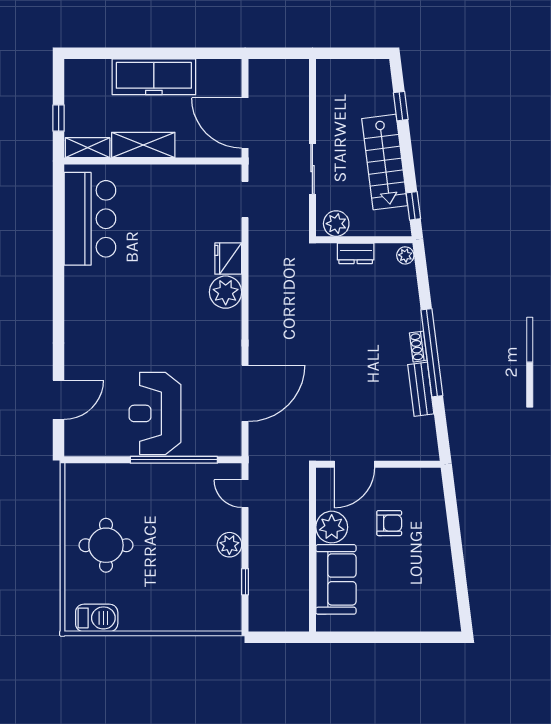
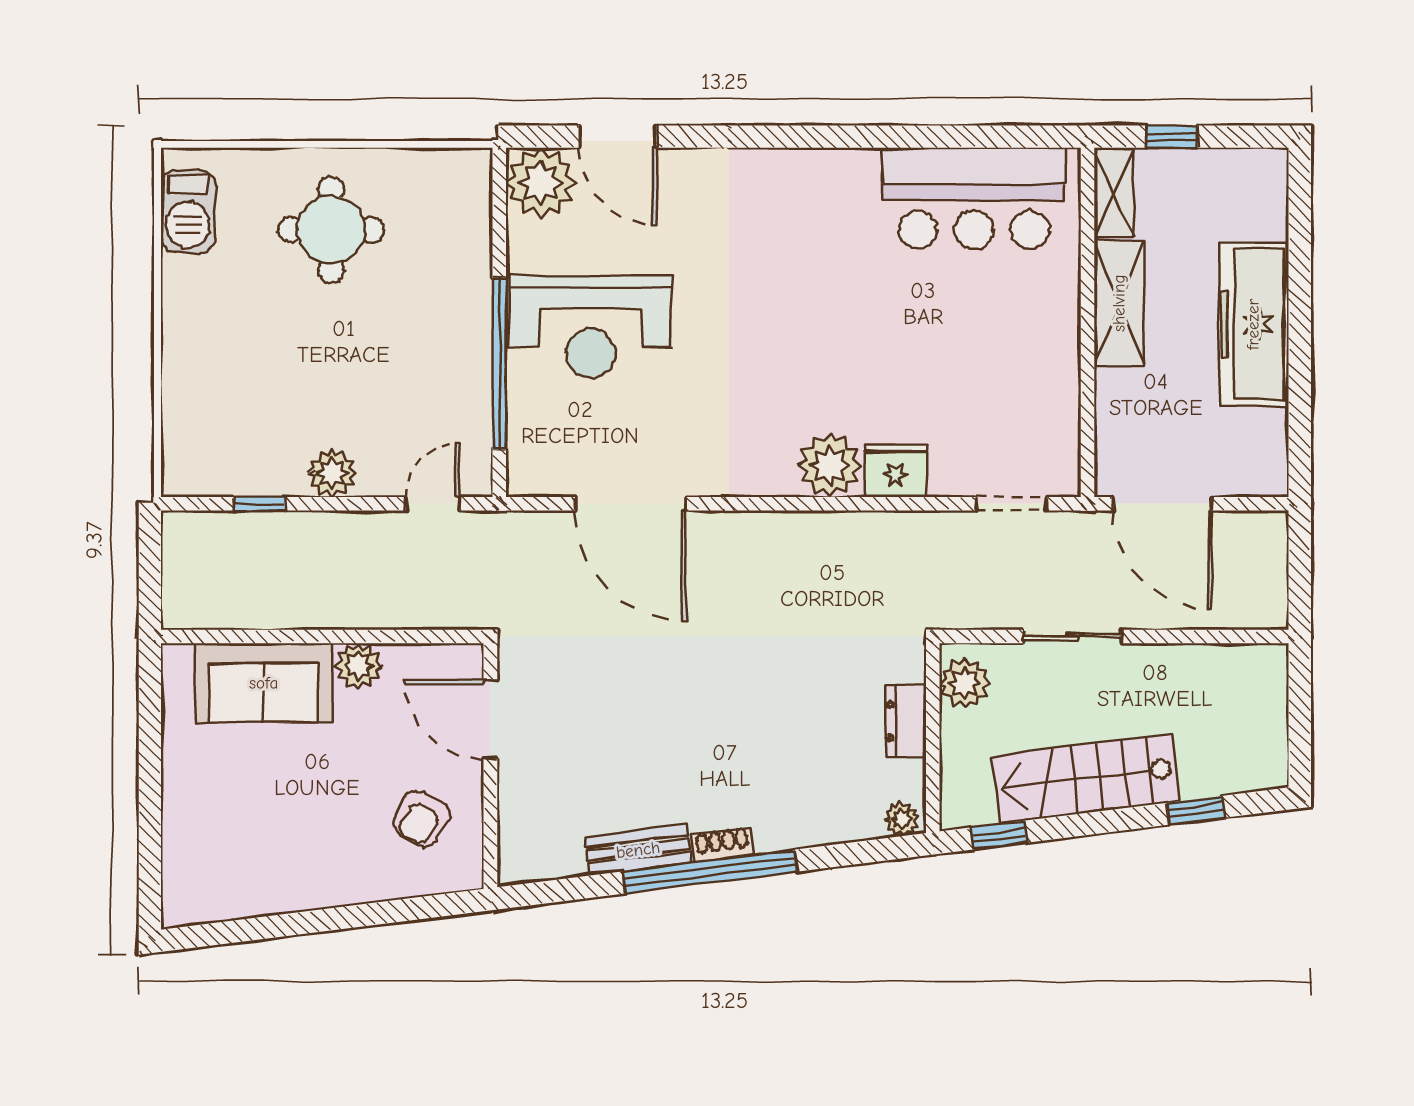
door: (245, 123) -> (1162, 504), swing flipped
reception desk: (155, 413) -> (591, 326), turned 180
plant: (82, 439) -> (541, 182), added
armchair: (389, 523) -> (422, 818), moved, turned 30
plant: (332, 527) -> (359, 666), width x0.73, depth x0.73

